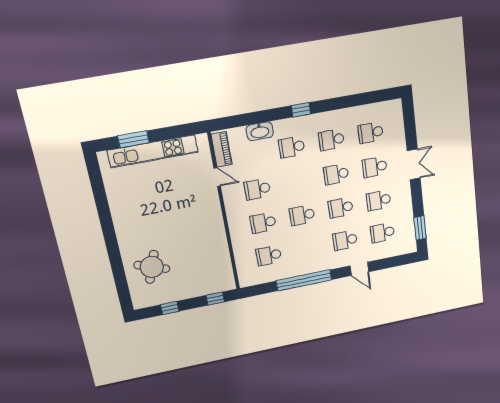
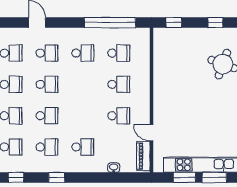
window: (361, 99) -> (16, 177), added
window: (301, 110) -> (57, 177), moved
washbasin: (260, 131) -> (114, 168), width x0.52, depth x0.69
window: (169, 133) -> (184, 177), added
school desk: (302, 215) -> (83, 53), moved
window: (304, 280) -> (110, 23), moved

